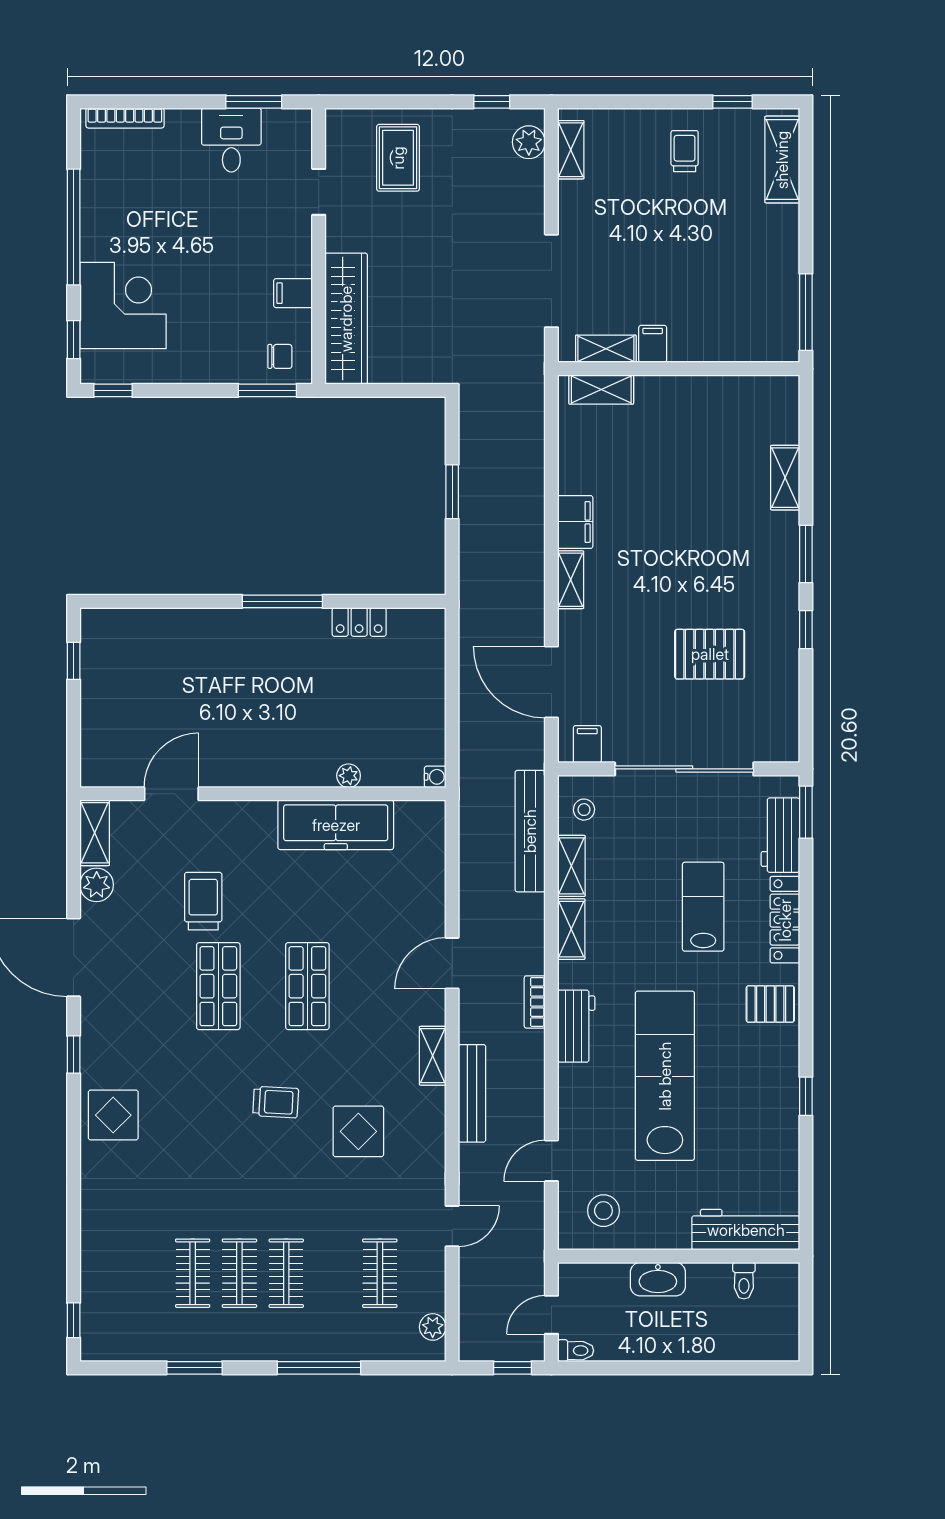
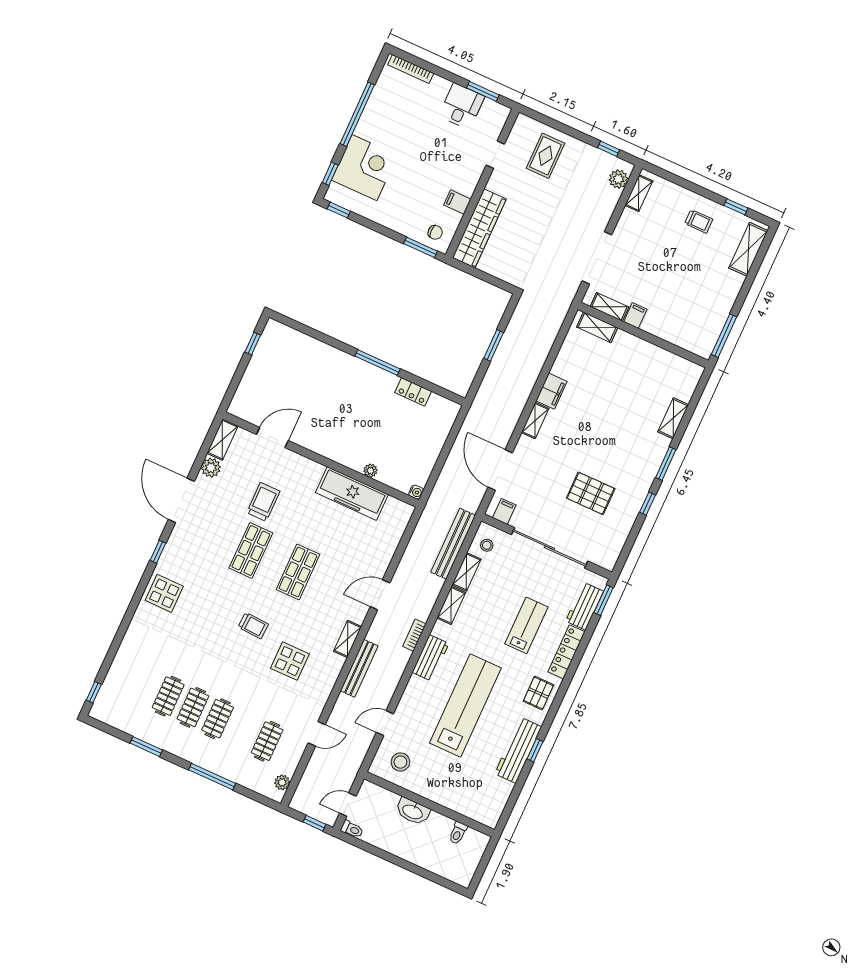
trolley: (685, 151) -> (699, 221), turned 90
pallet: (770, 1004) -> (538, 693), turned 90
workbench: (746, 1230) -> (518, 750), moved, turned -90

